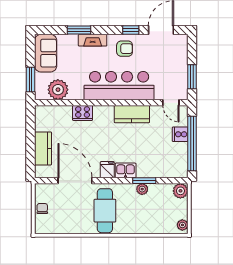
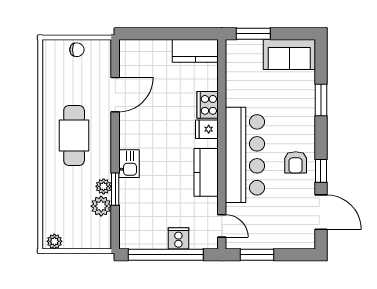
fireplace: (93, 40) -> (307, 119), removed
plant: (58, 90) -> (239, 71), removed
door: (171, 103) -> (222, 226), swing flipped
kitchen counter: (43, 148) -> (195, 51), moved
fridge: (107, 170) -> (207, 129), moved, turned 180
door: (75, 181) -> (115, 95), width x0.73
plant: (180, 191) -> (101, 206), moved
cafe table: (105, 211) -> (74, 135), turned 90

